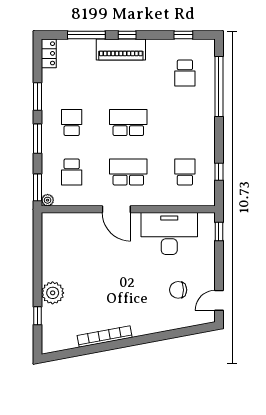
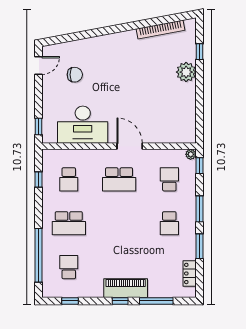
locker: (49, 53) -> (190, 273), moved
school desk: (128, 123) -> (69, 223), moved
window: (38, 187) -> (200, 166), width x0.67
bookcase: (105, 336) -> (160, 30), moved

